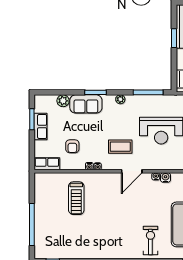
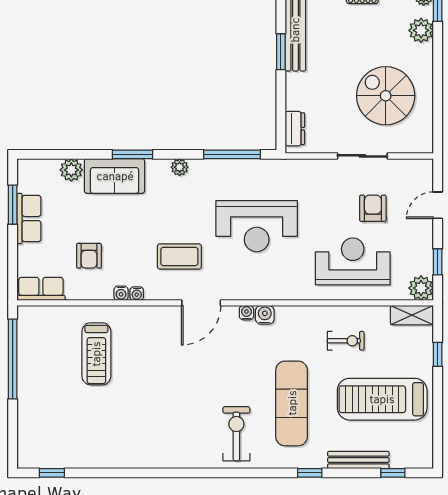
window: (32, 225) -> (13, 359), moved

